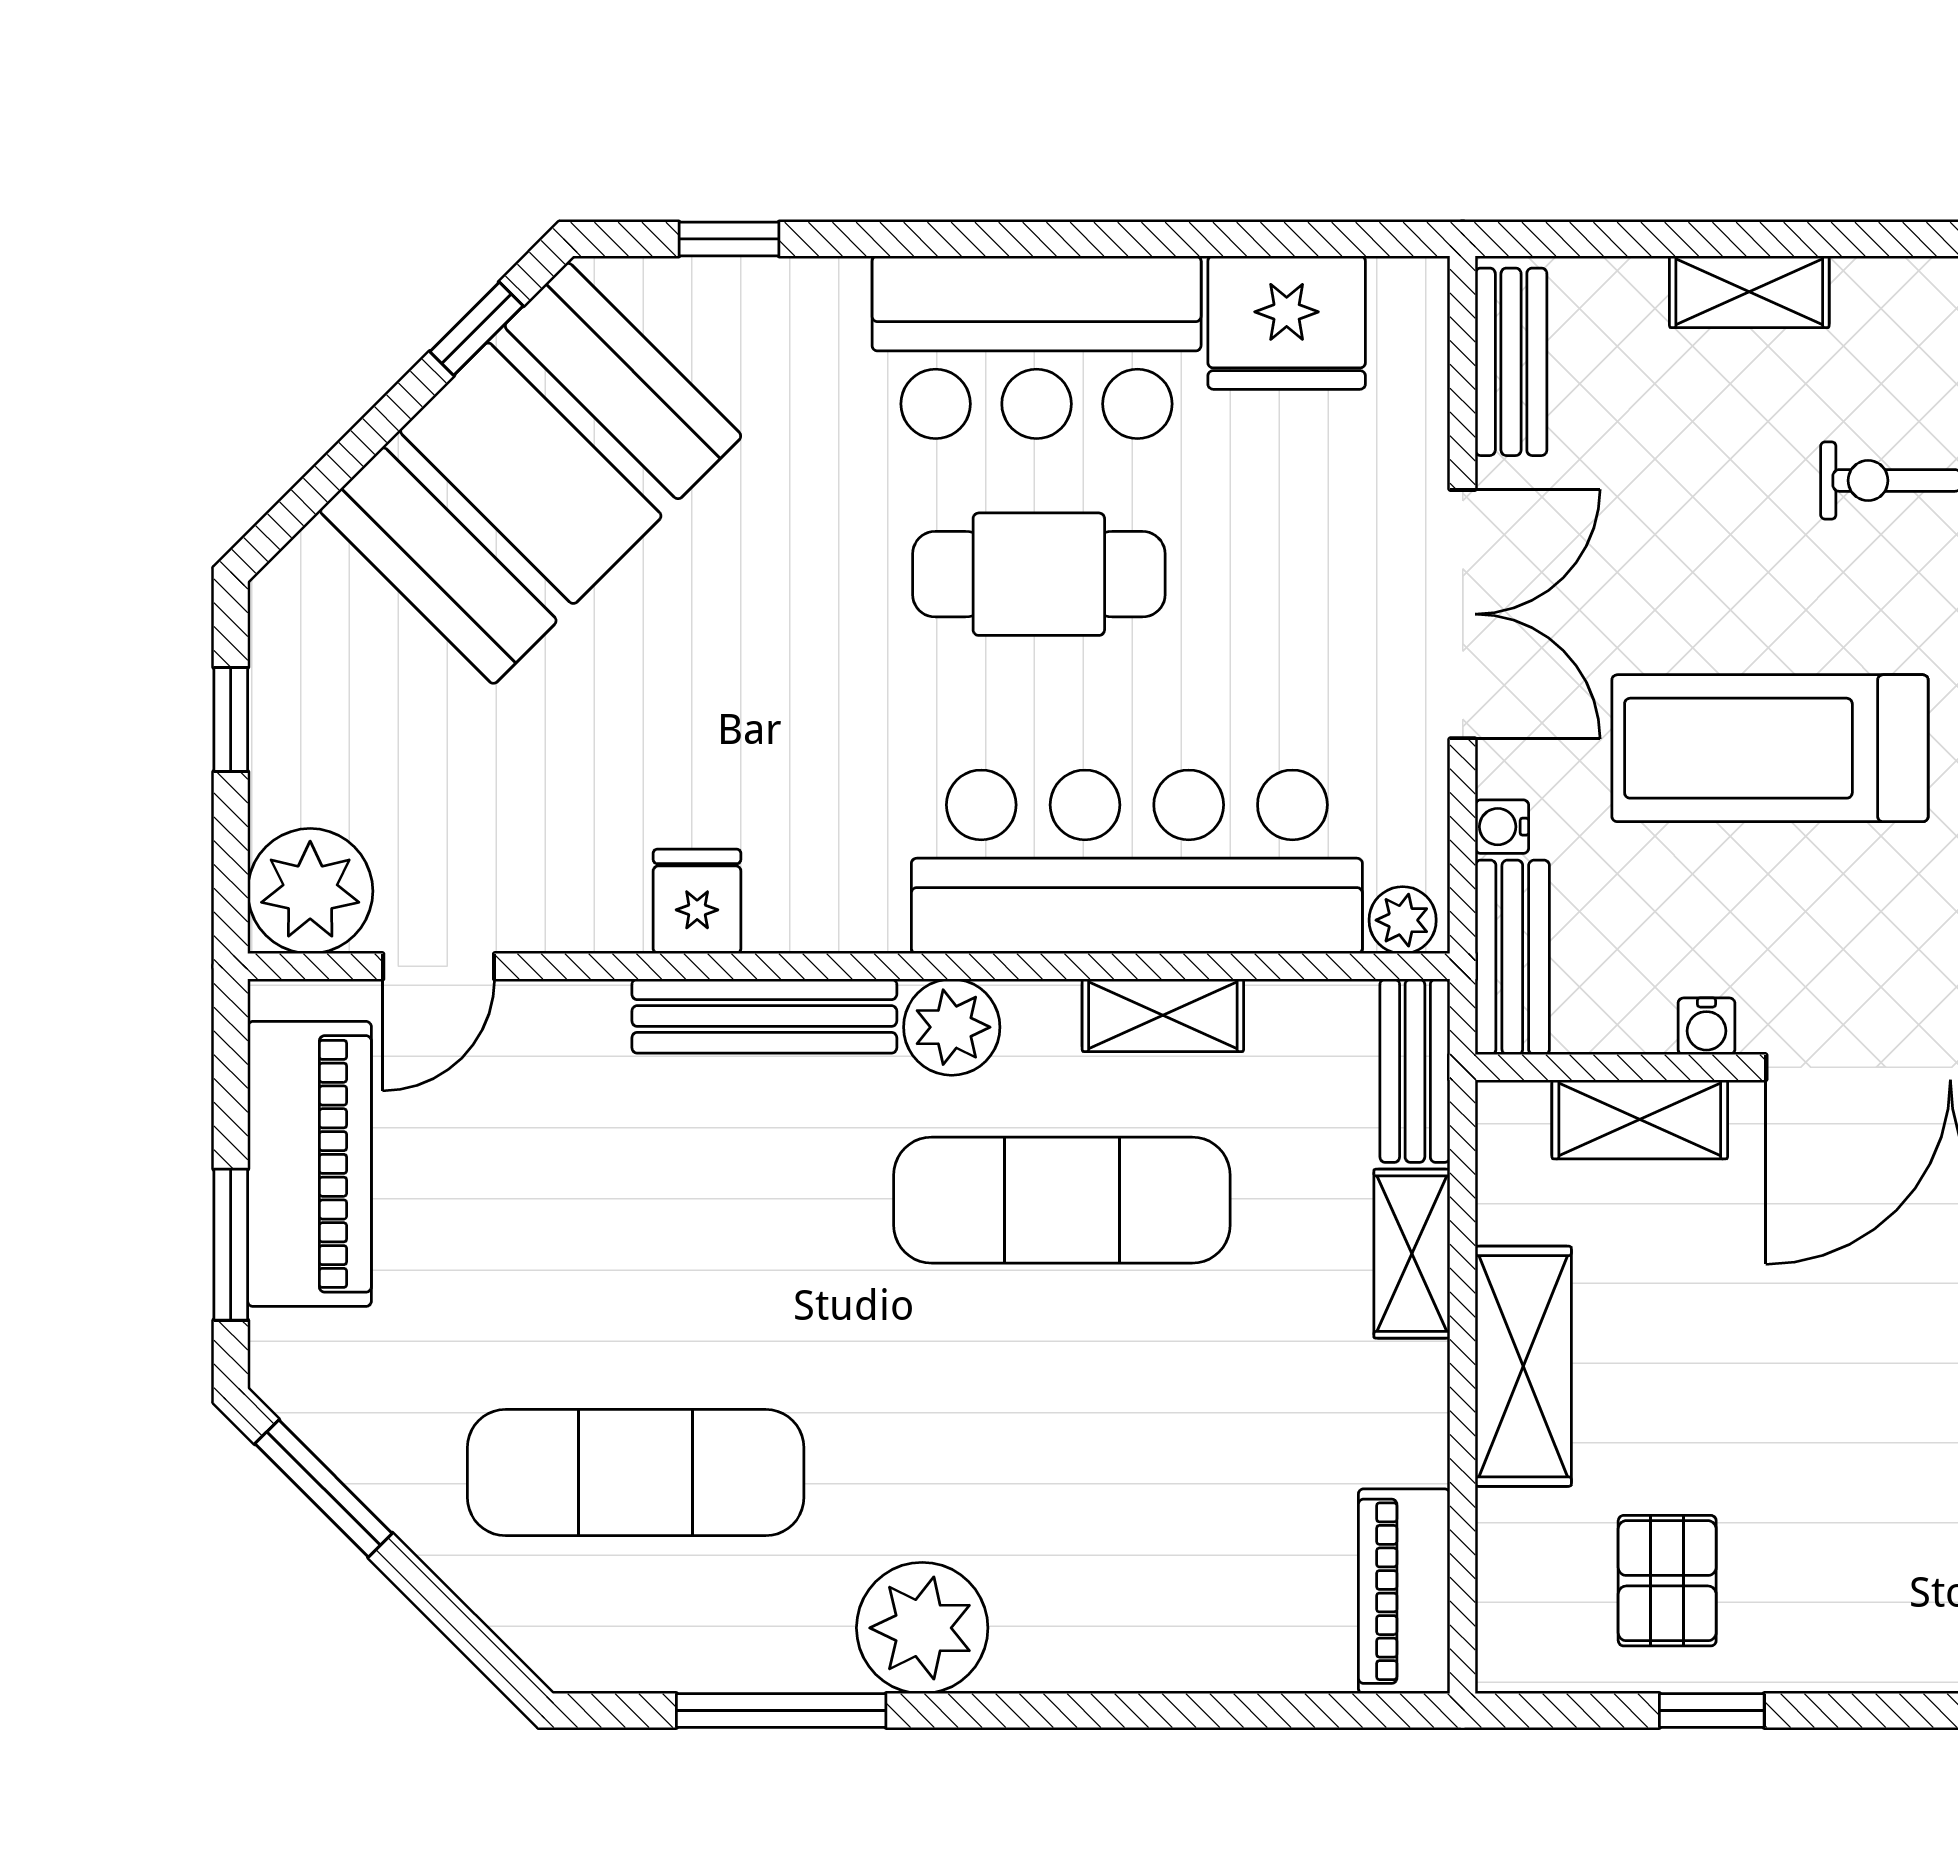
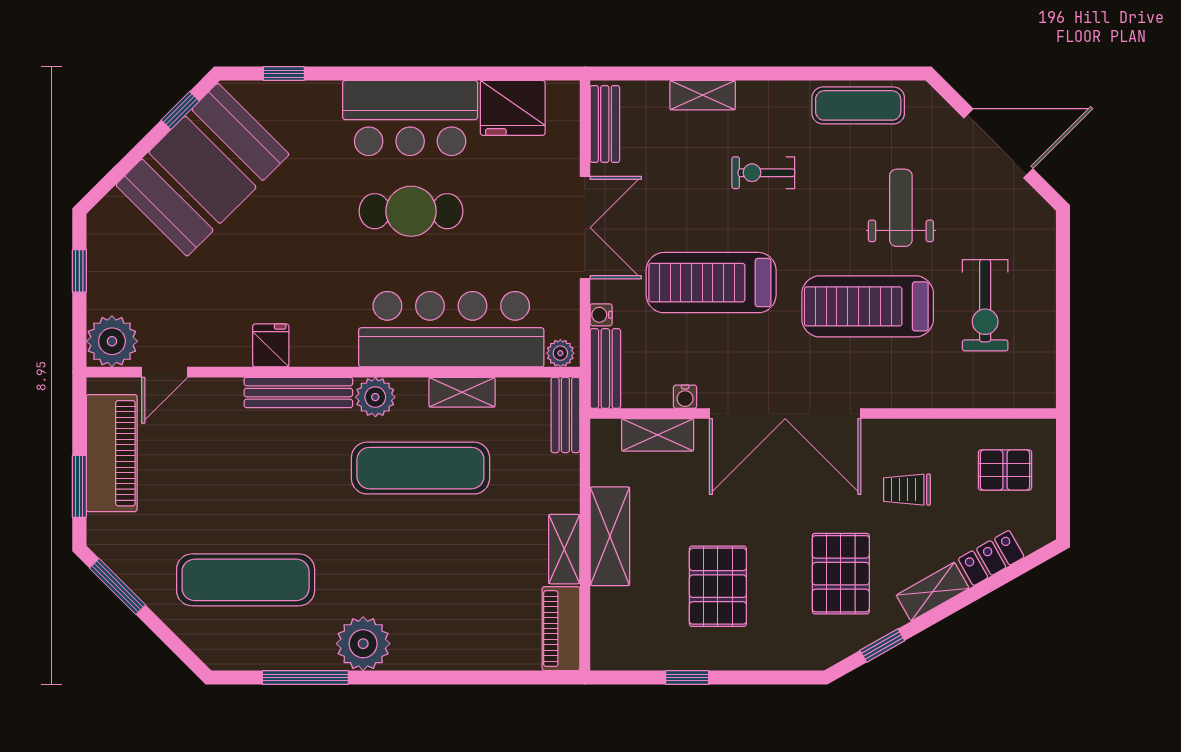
shelving: (1412, 1254) -> (564, 549), moved
pallet: (1667, 1581) -> (718, 586), moved, width x1.50, depth x1.42

